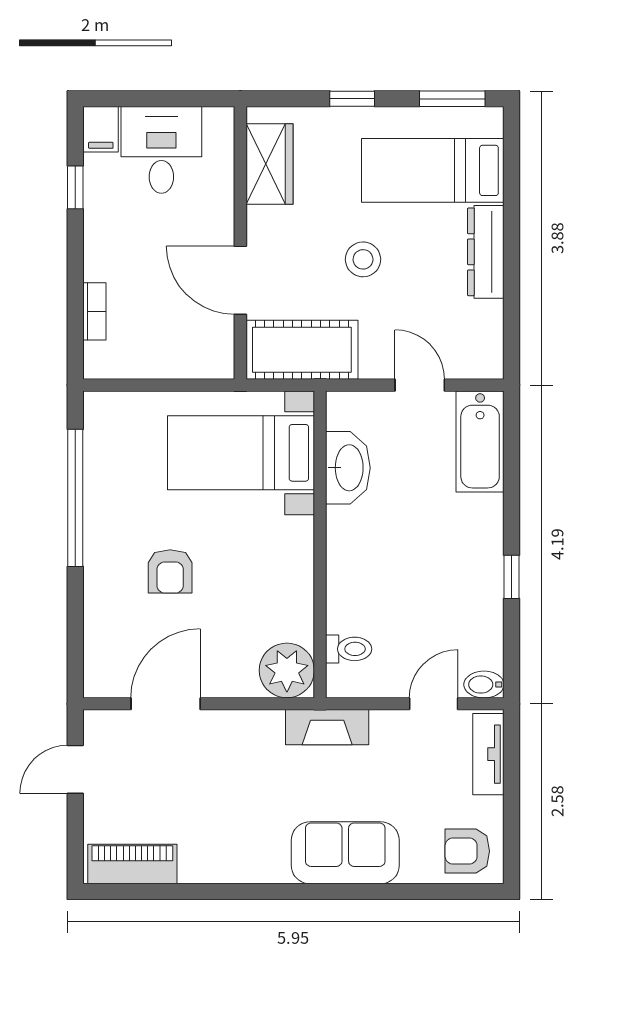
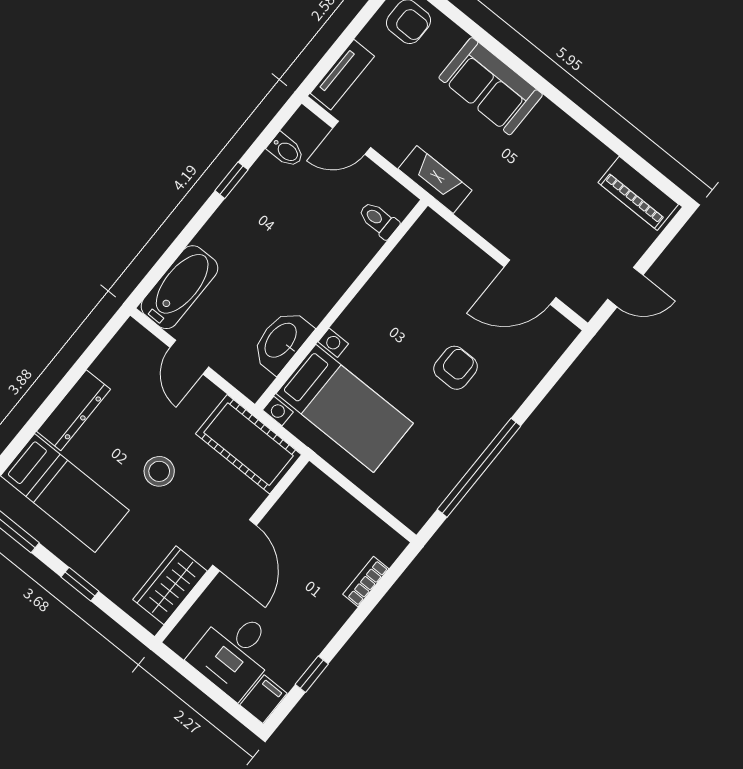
door: (240, 280) -> (235, 545), moved
plant: (287, 670) -> (431, 239), removed
bidet: (484, 685) -> (286, 150), moved

